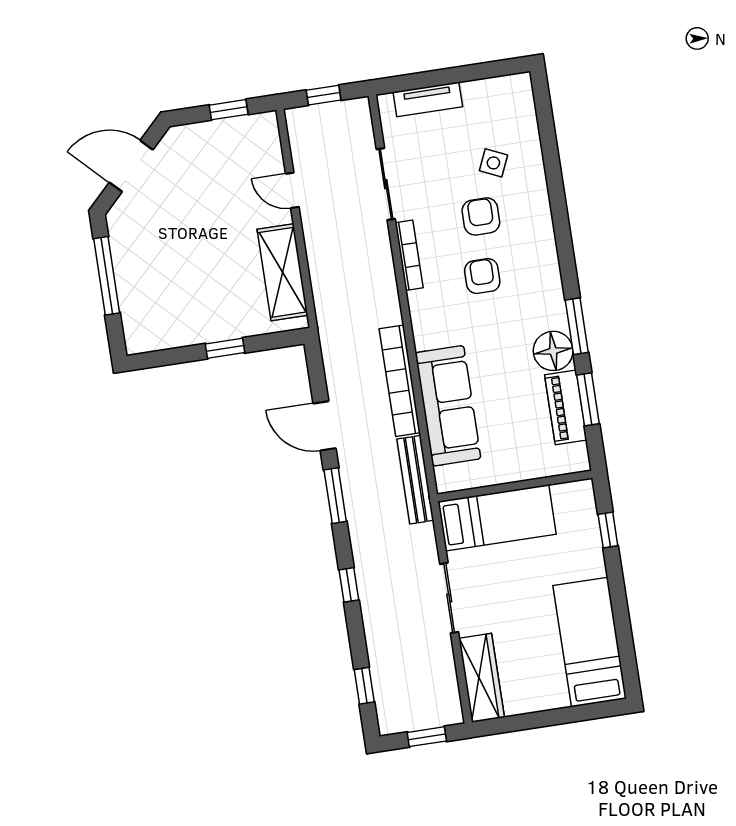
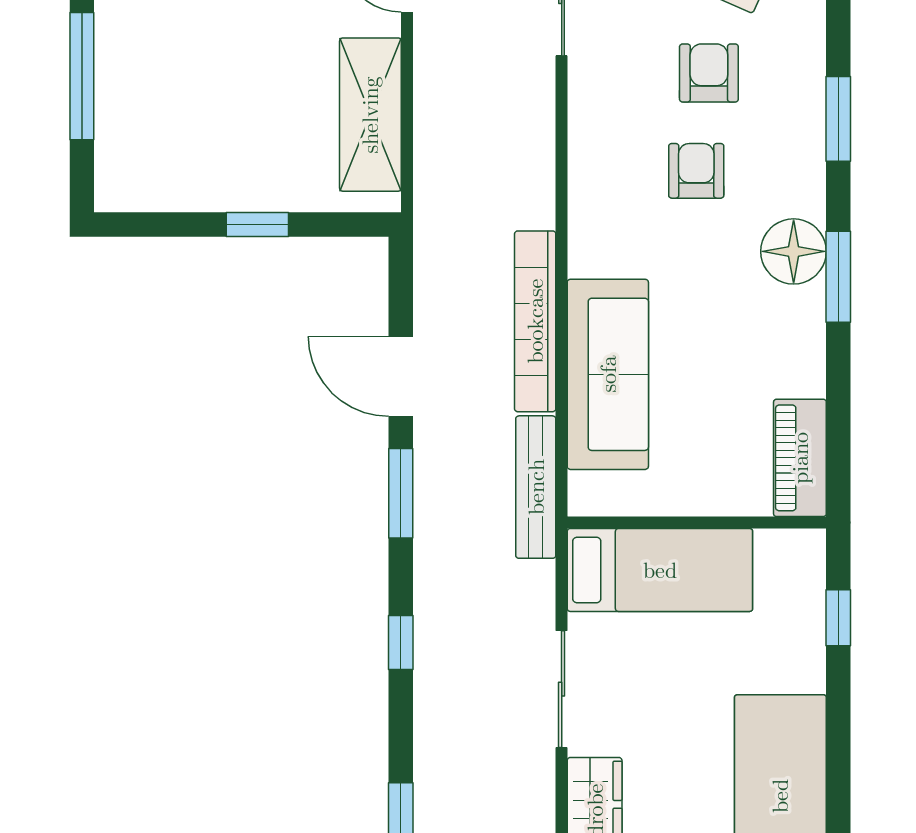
bookcase: (409, 255) -> (582, 118), removed
floor lamp: (553, 351) -> (794, 251), moved
window: (588, 399) -> (838, 119), moved
piano: (566, 407) -> (800, 458), moved

